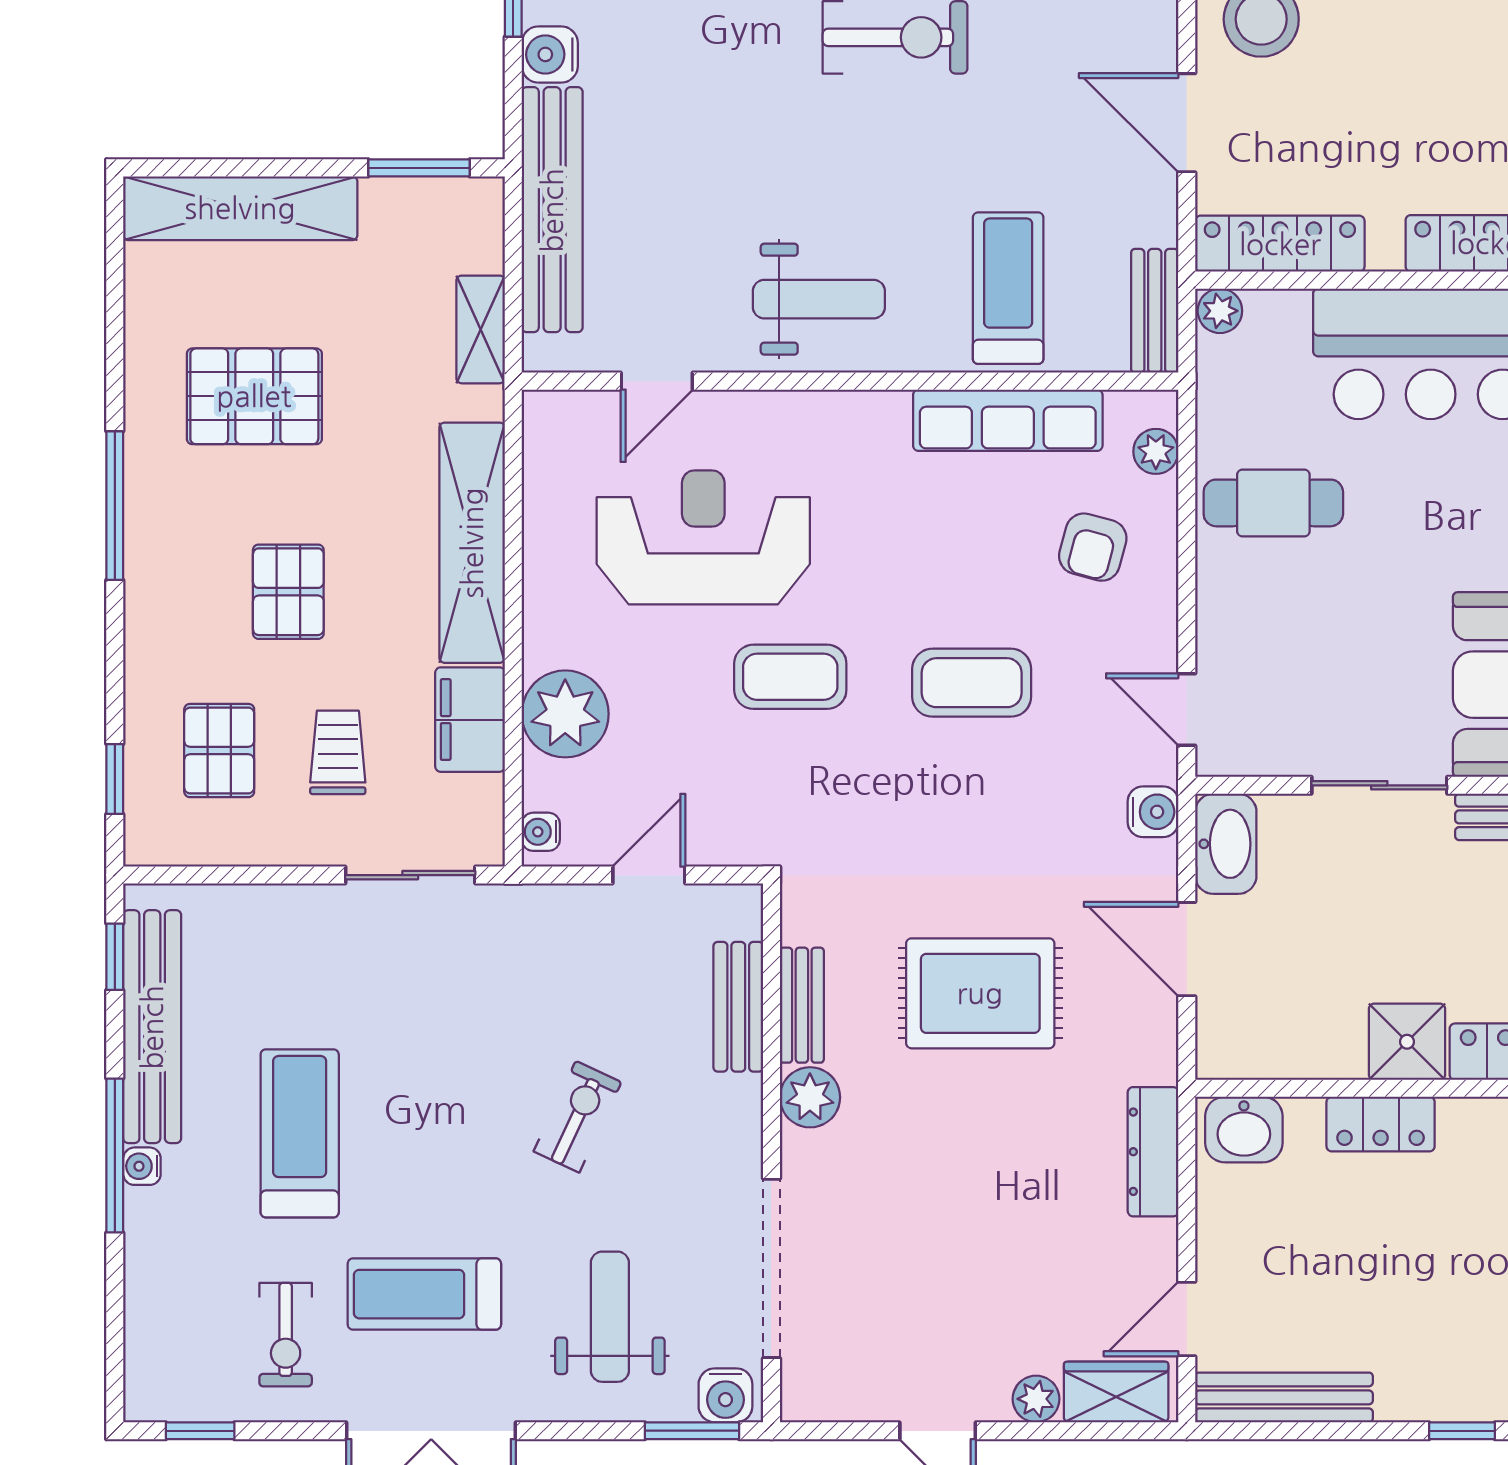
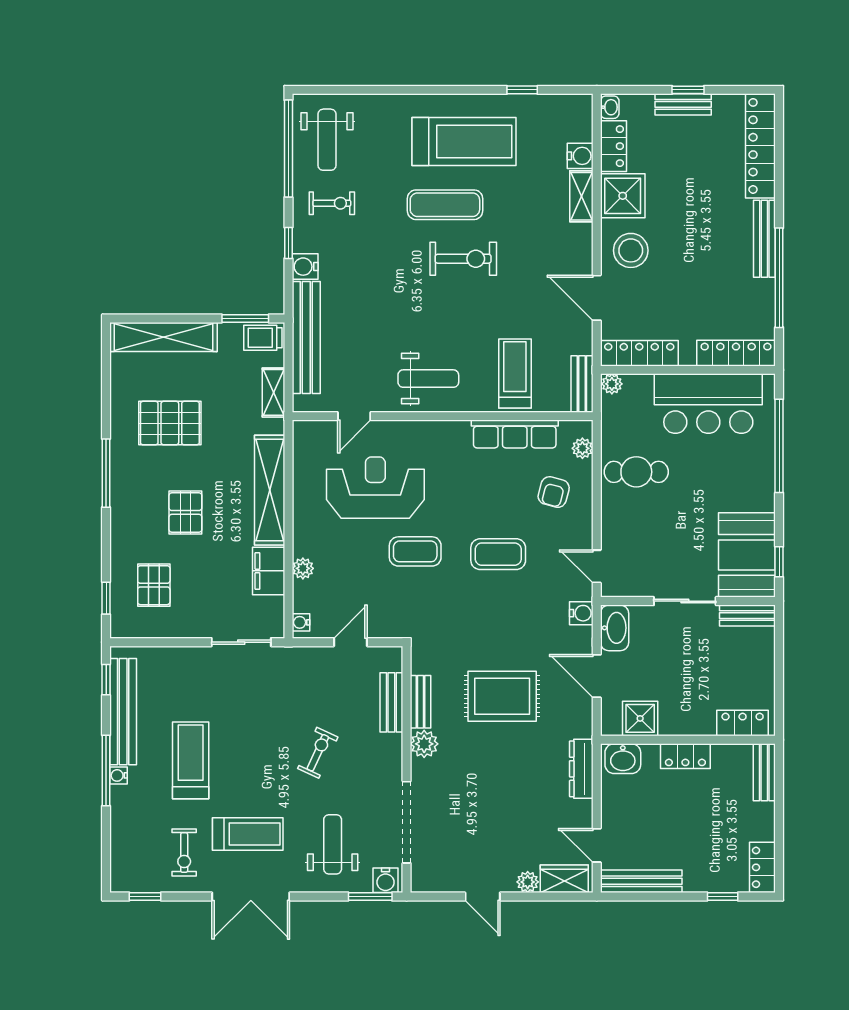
plant: (565, 714) -> (303, 568), width x0.53, depth x0.53
trolley: (338, 752) -> (263, 338), moved, turned -90
shower: (1407, 1042) -> (640, 718), moved
treadmill: (424, 1294) -> (248, 834), turned 180
door: (1187, 1319) -> (597, 845), hinge flipped

